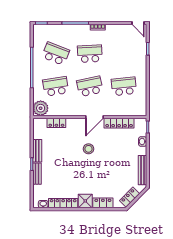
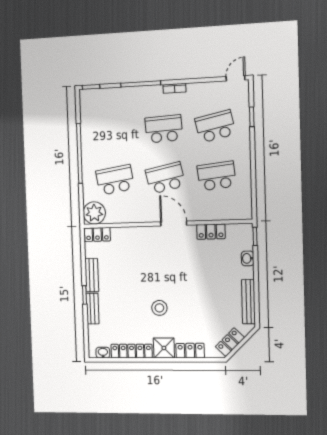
door: (138, 23) -> (236, 78), swing flipped
school desk: (56, 54) -> (215, 126), moved, turned -33
door: (94, 117) -> (174, 224), swing flipped
locker: (56, 123) -> (97, 234), moved
locker: (119, 123) -> (211, 232), width x0.66
stool: (88, 149) -> (159, 308), moved

